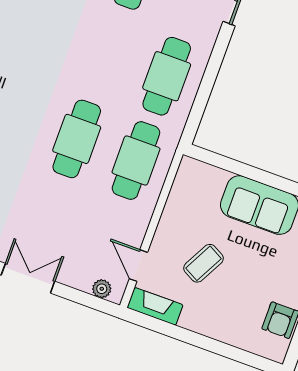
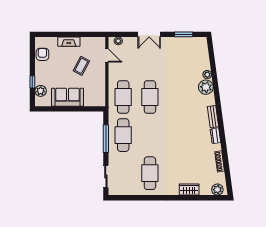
window: (208, 82) -> (106, 139), added
fireplace: (155, 306) -> (69, 42), moved

